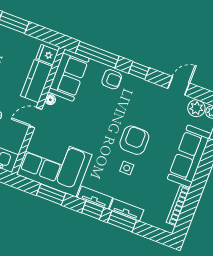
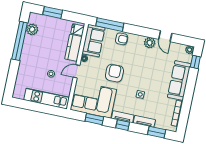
window: (139, 70) -> (138, 30), removed
door: (179, 86) -> (165, 36), swing flipped
plant: (196, 108) -> (150, 43), moved
armchair: (134, 140) -> (114, 73), moved
window: (122, 221) -> (157, 132), moved

